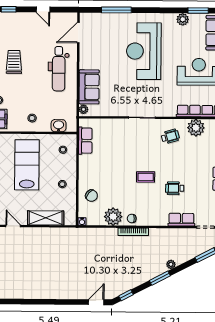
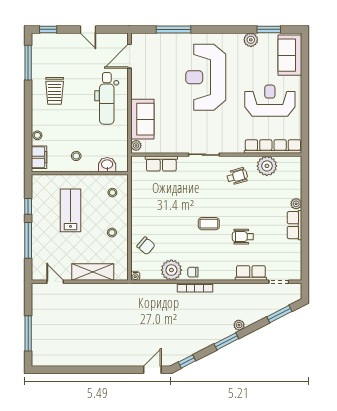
trolley: (14, 62) -> (55, 91), turned 180
row of seats: (85, 141) -> (161, 164), moved, turned 90
lab bench: (27, 165) -> (71, 210), width x0.73, depth x0.72

